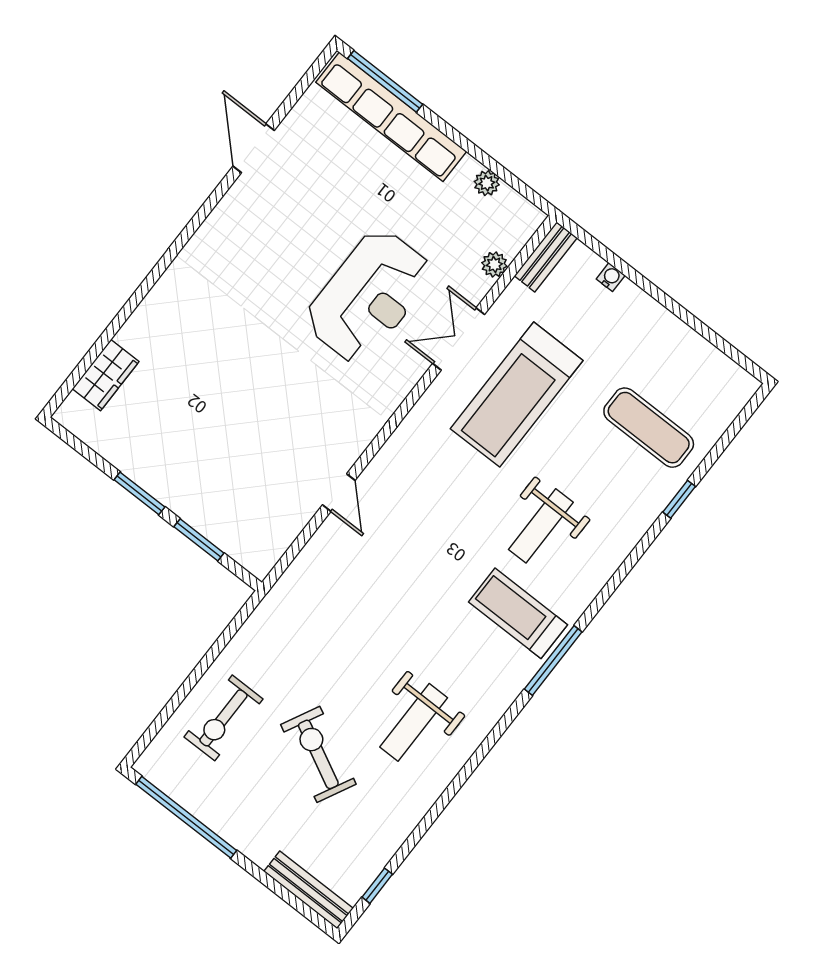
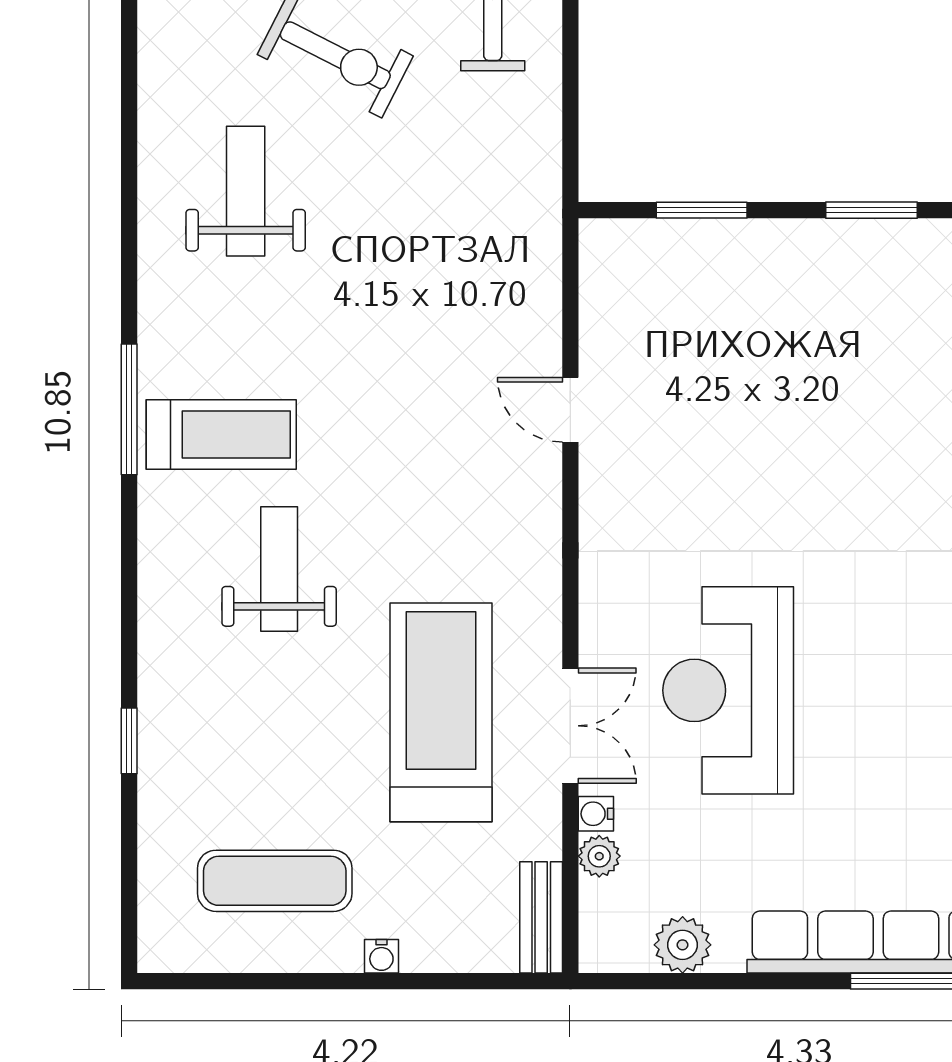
plant: (487, 183) -> (683, 945), width x1.38, depth x1.38
water cooler: (611, 277) -> (381, 956), moved
water cooler: (480, 286) -> (596, 814), added
exercise mat: (649, 428) -> (275, 881), moved
window: (139, 493) -> (872, 210), moved

